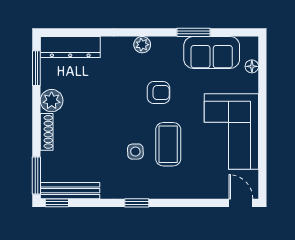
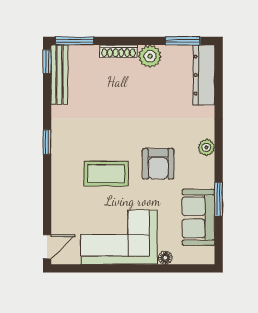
floor lamp: (252, 66) -> (165, 258), moved
armchair: (158, 93) -> (158, 164), width x1.38, depth x1.38
side table: (135, 152) -> (99, 141), removed

